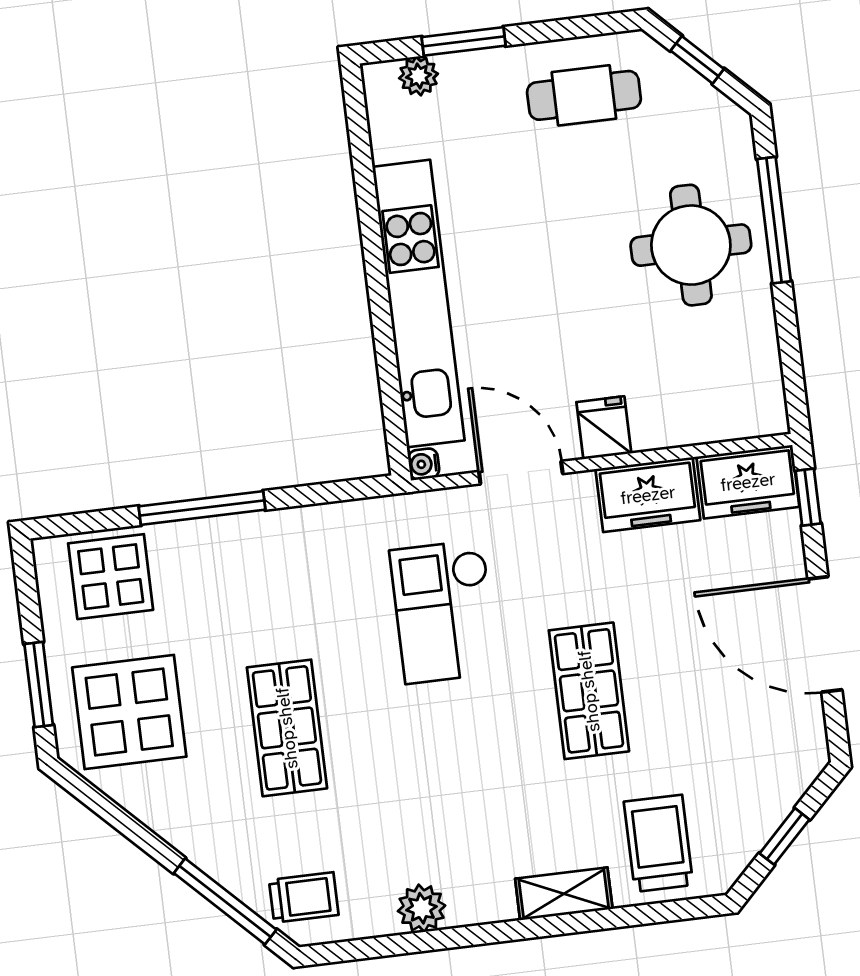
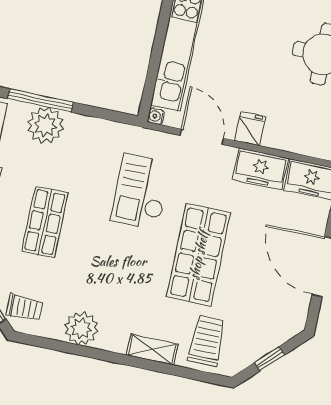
plant: (227, 550) -> (45, 125), added
shop shelf: (589, 691) -> (199, 255), width x1.43, depth x1.36
plant: (422, 908) -> (81, 328), width x1.36, depth x1.36

